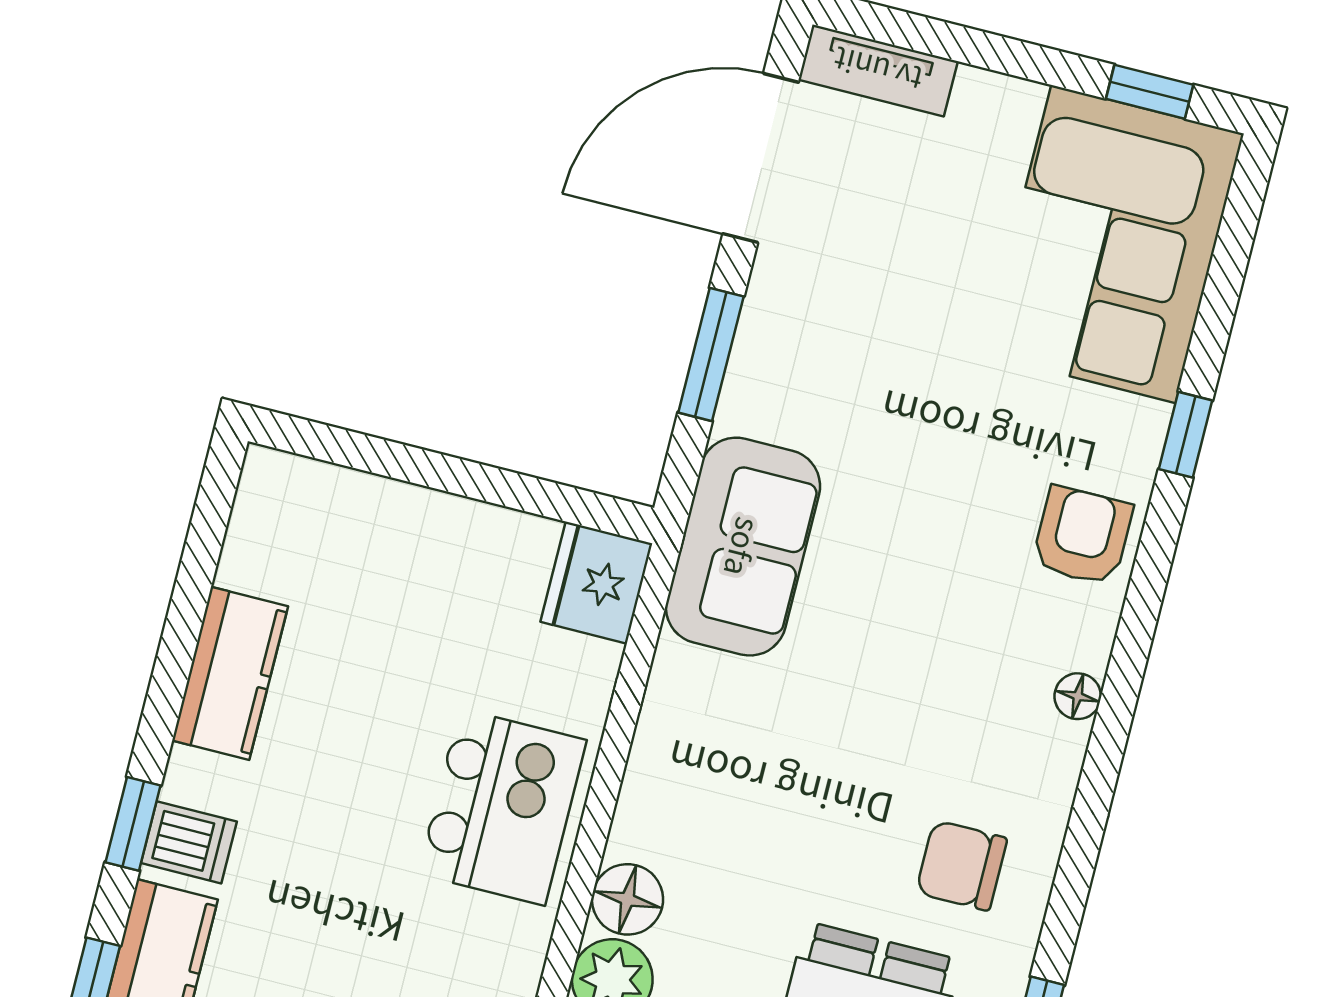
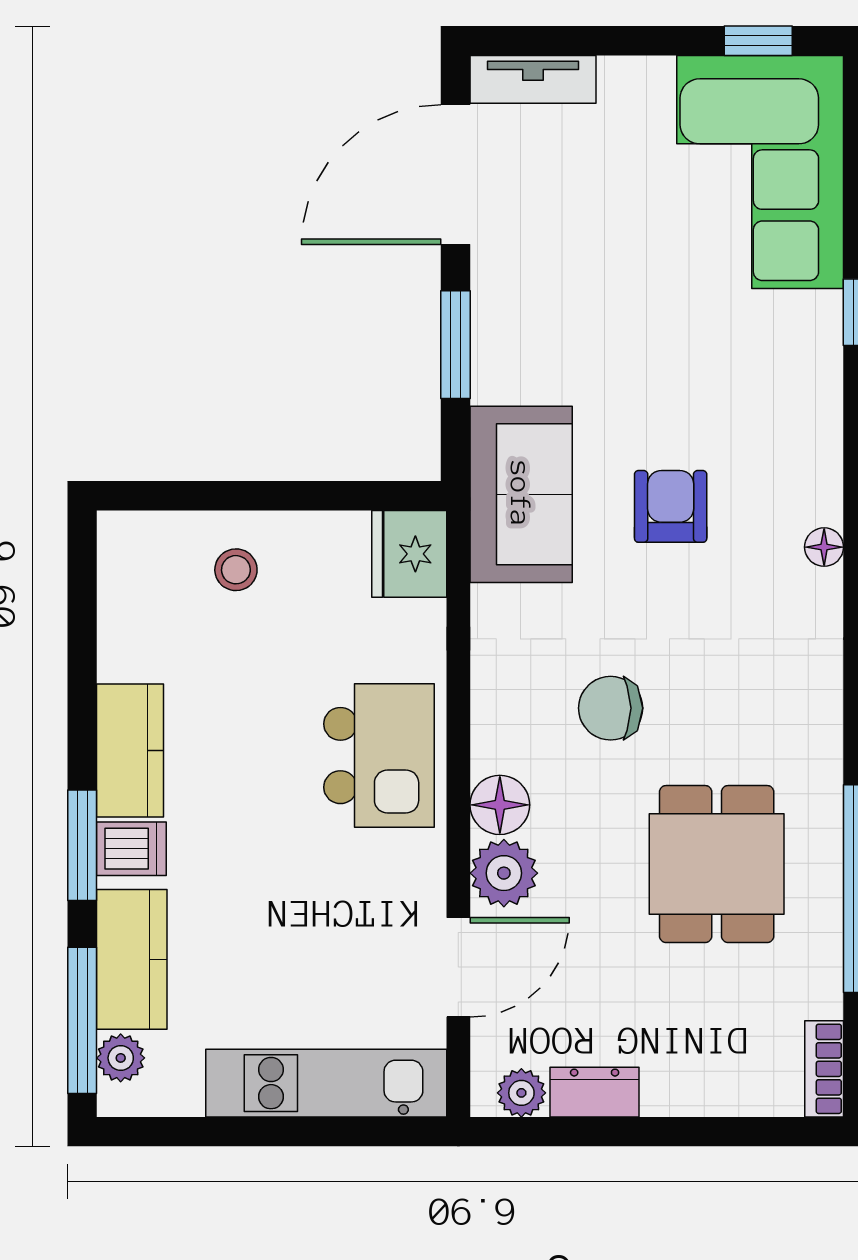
armchair: (1082, 536) -> (671, 506), moved
stool: (391, 550) -> (236, 570), added
kitchen counter: (230, 673) -> (130, 750), moved
window: (133, 824) -> (82, 845), width x1.50
chair: (961, 865) -> (611, 708), moved

